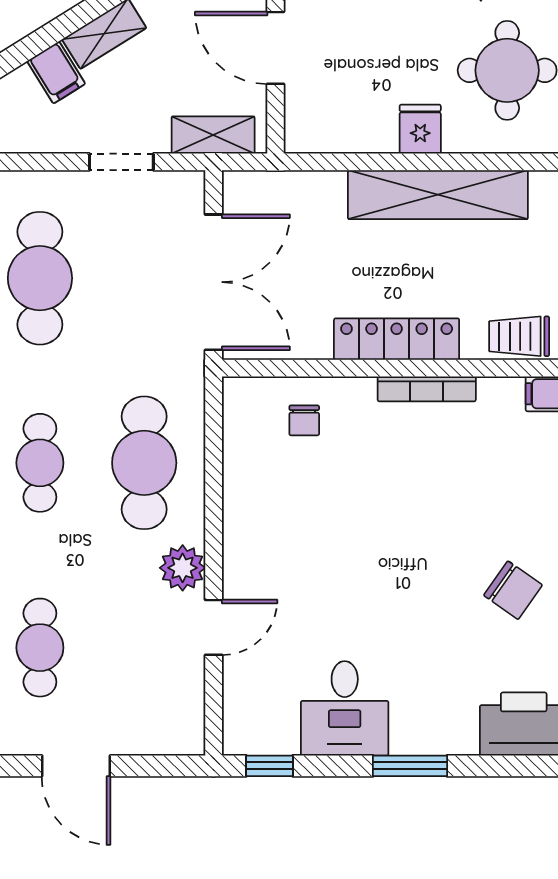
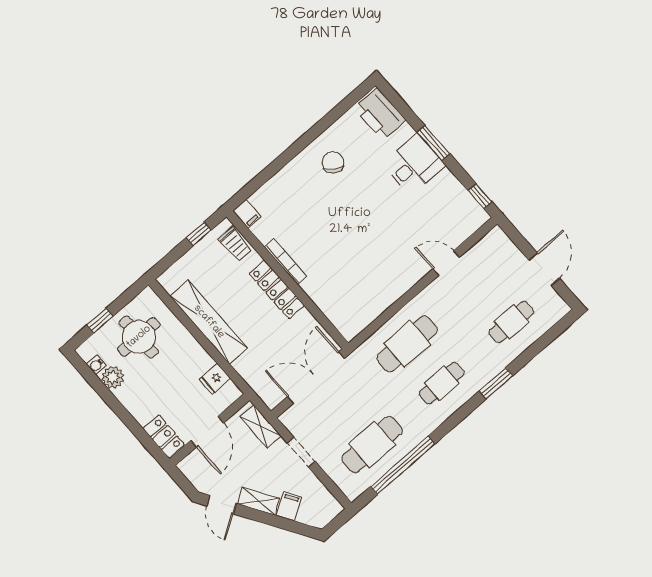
fridge: (420, 129) -> (215, 379), moved
chair: (304, 420) -> (338, 298), removed
plant: (183, 568) -> (434, 295), removed
desk: (345, 708) -> (414, 165), moved

